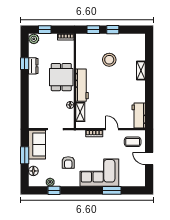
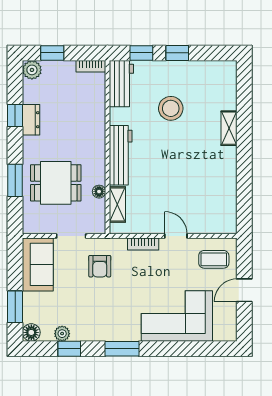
dining table: (61, 77) -> (56, 183), moved, turned 90
window: (25, 99) -> (15, 180), added
workbench: (139, 115) -> (121, 84), moved, turned 180
window: (25, 155) -> (15, 307), moved
door: (149, 159) -> (244, 290), hinge flipped
armchair: (68, 162) -> (100, 266), moved
floor lamp: (33, 171) -> (31, 332), moved
corner sofa: (99, 173) -> (177, 316), moved
window: (112, 190) -> (122, 349), moved

